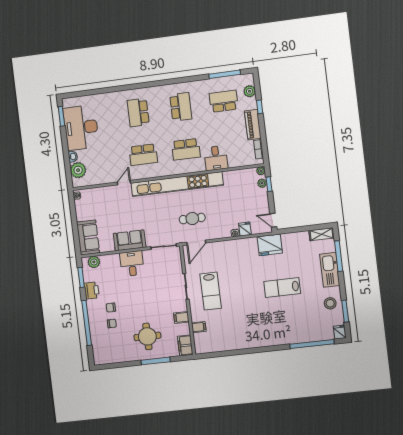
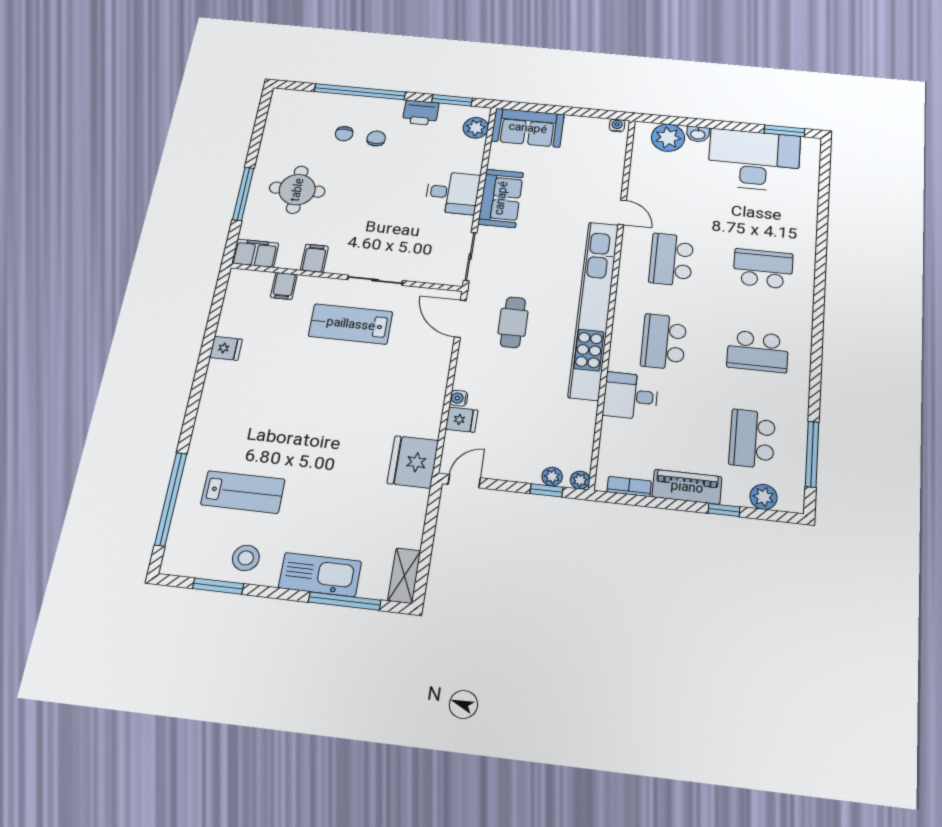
school desk: (224, 101) -> (752, 439), turned 180
lab bench: (282, 288) -> (243, 492), moved, turned 90
fridge: (340, 332) -> (226, 348), moved

